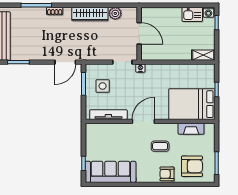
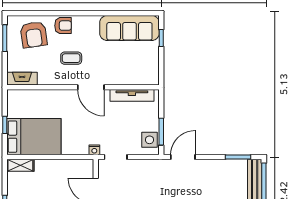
side table: (103, 86) -> (150, 140), moved
bed: (192, 104) -> (34, 137), moved
door: (143, 121) -> (91, 87), hinge flipped
fireplace: (191, 129) -> (22, 79), moved
armchair: (192, 166) -> (34, 35), turned -98

